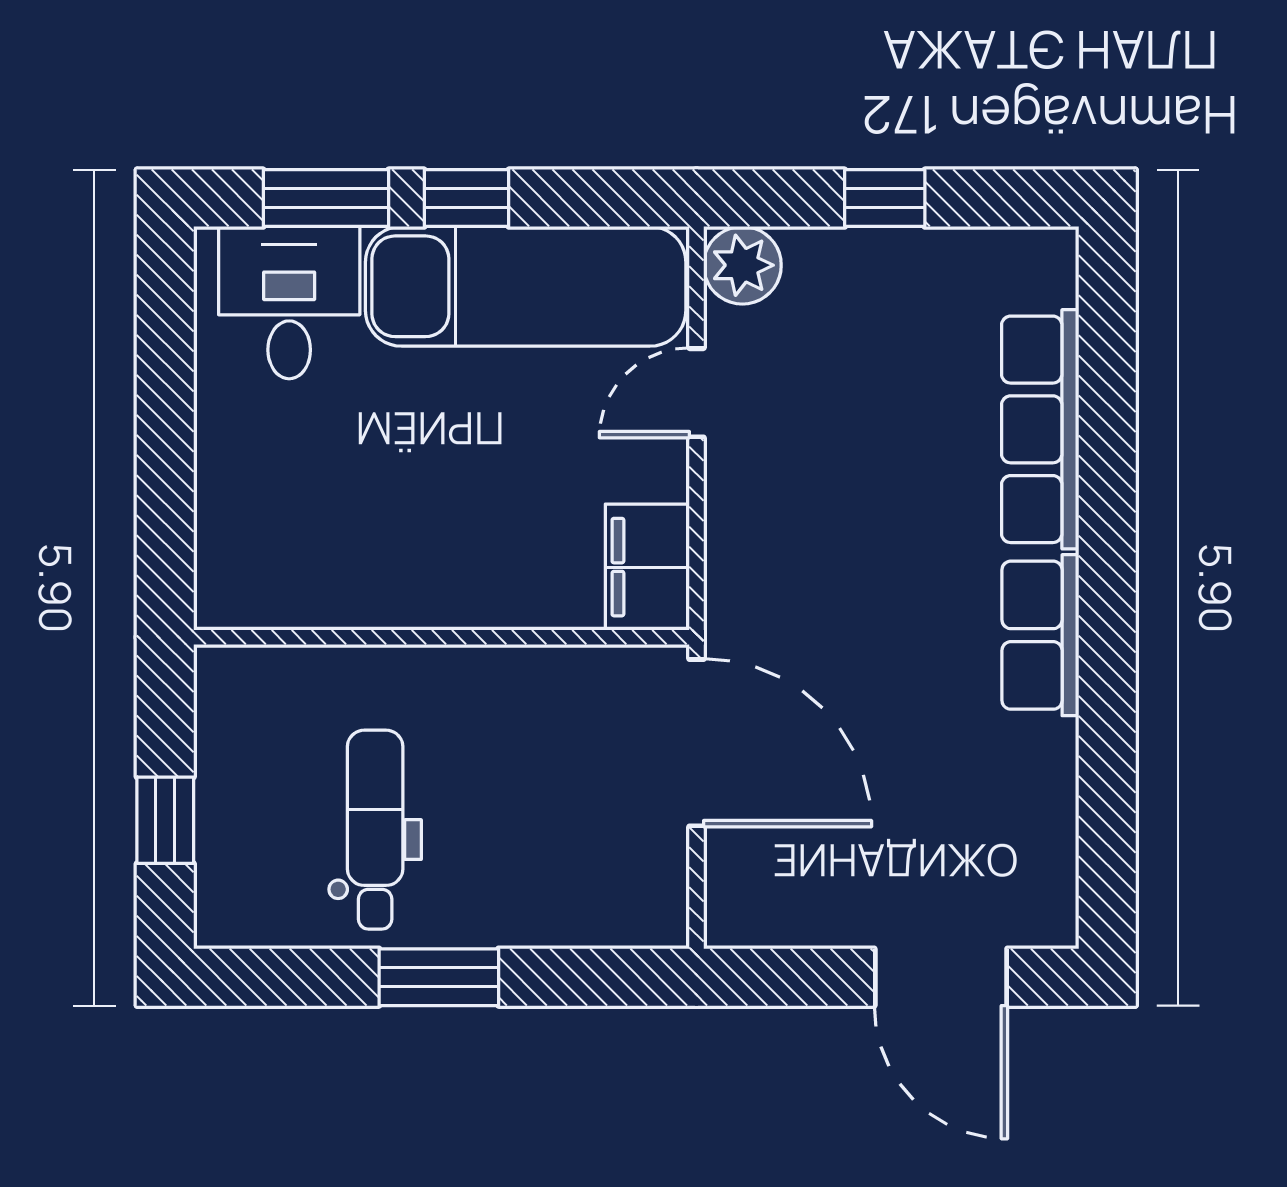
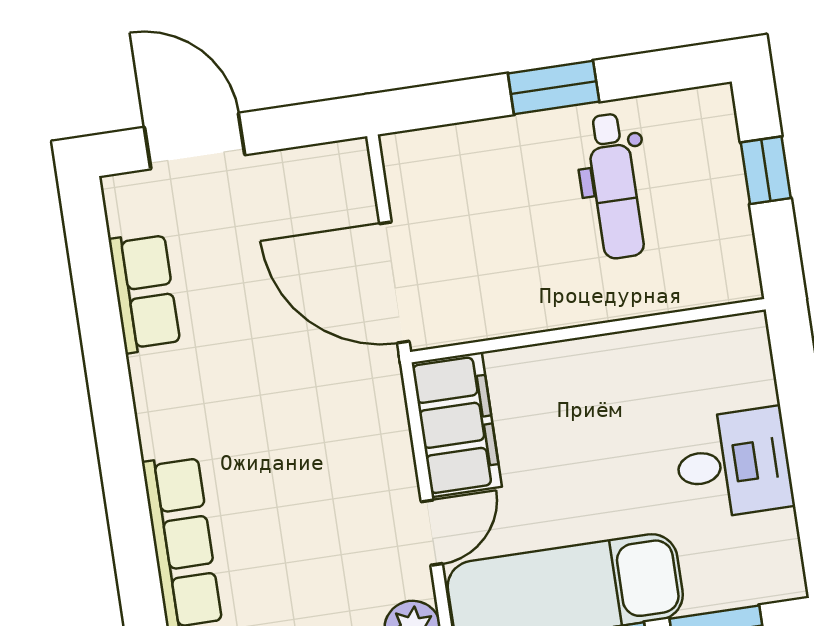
desk: (289, 303) -> (733, 464), moved, turned -90
filing cabinet: (647, 567) -> (457, 425), width x1.50, depth x1.17
row of seats: (1040, 635) -> (145, 292), moved

